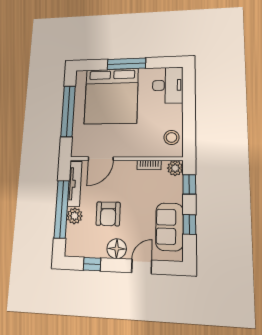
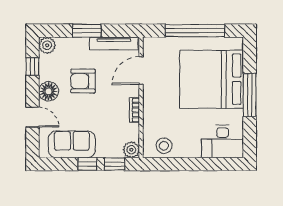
door: (101, 159) -> (141, 71), hinge flipped
bookcase: (149, 165) -> (134, 110), moved
window: (62, 209) -> (87, 31), width x0.47
plant: (75, 216) -> (47, 45), moved
window: (189, 224) -> (87, 164), moved

